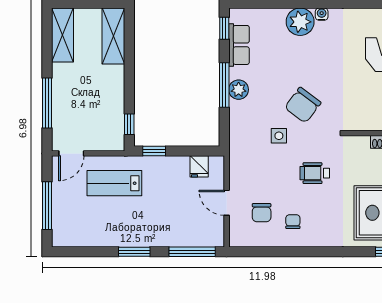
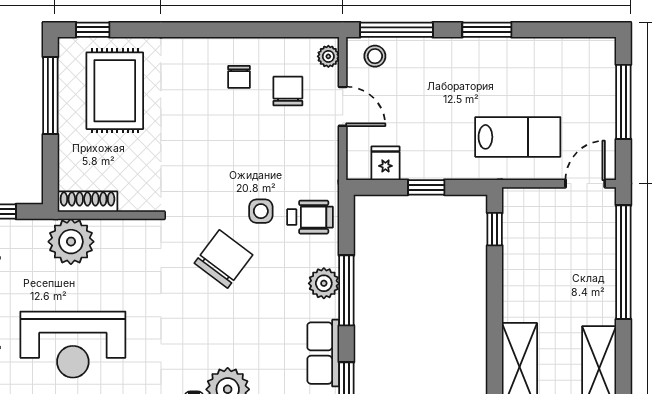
window: (47, 103) -> (623, 262), width x1.46
window: (154, 151) -> (426, 187), moved
wheelchair: (315, 173) -> (310, 217), moved
stool: (206, 235) -> (375, 56), added
plant: (236, 235) -> (328, 56), added

